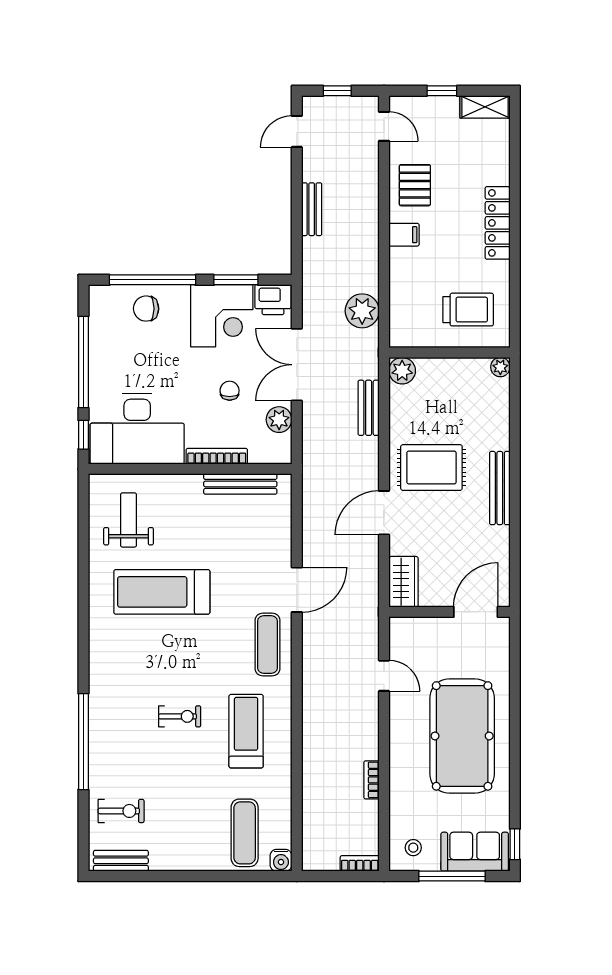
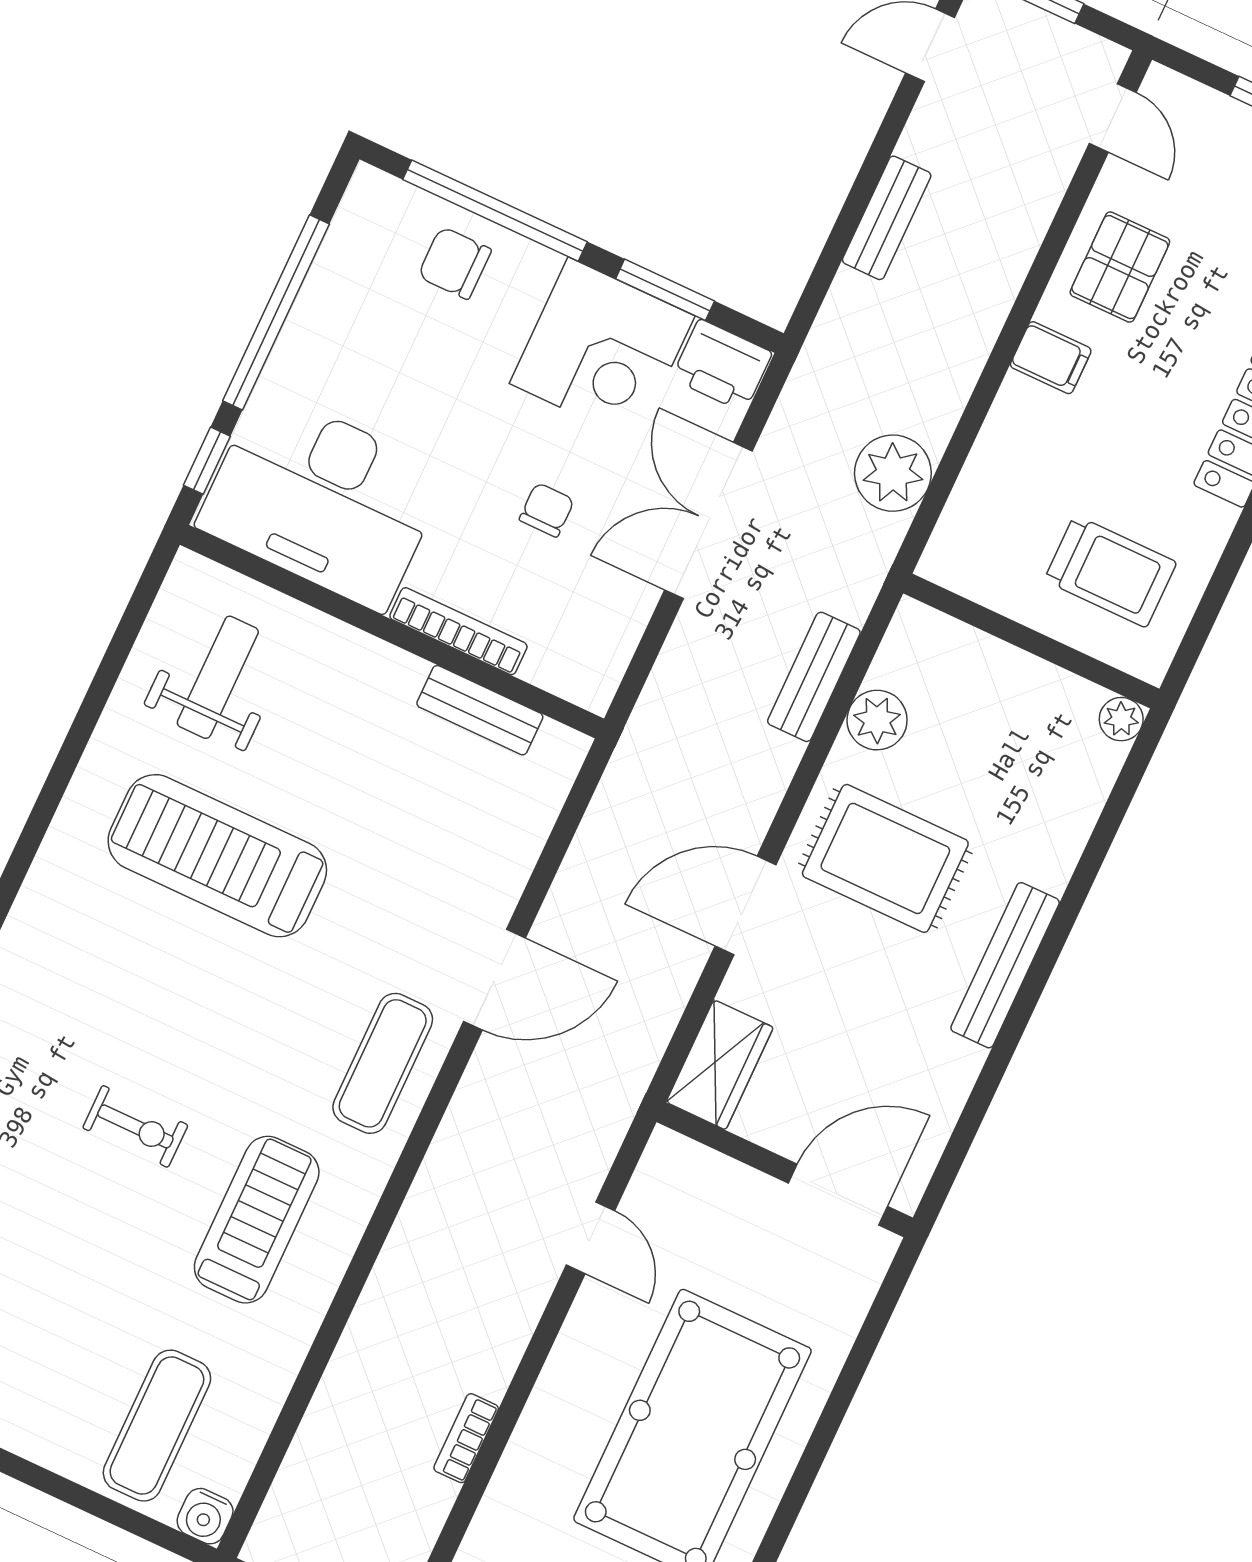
plant: (402, 371) -> (877, 720), moved
plant: (279, 420) -> (620, 616), removed
bench: (240, 484) -> (480, 710), width x0.73

